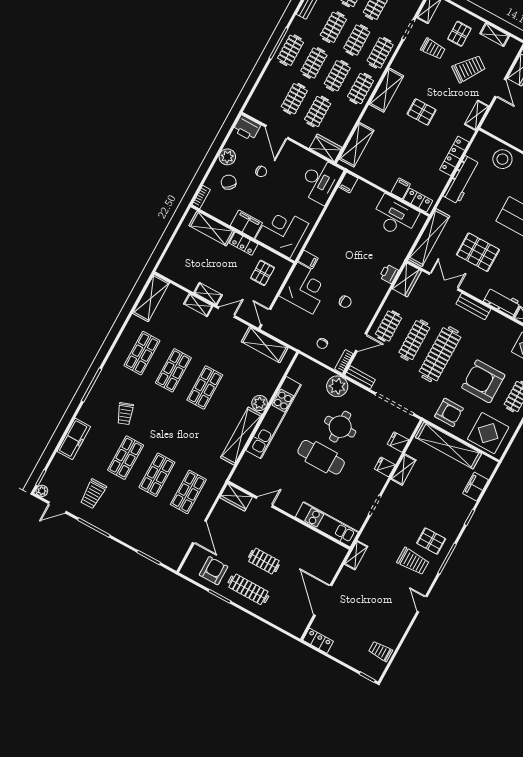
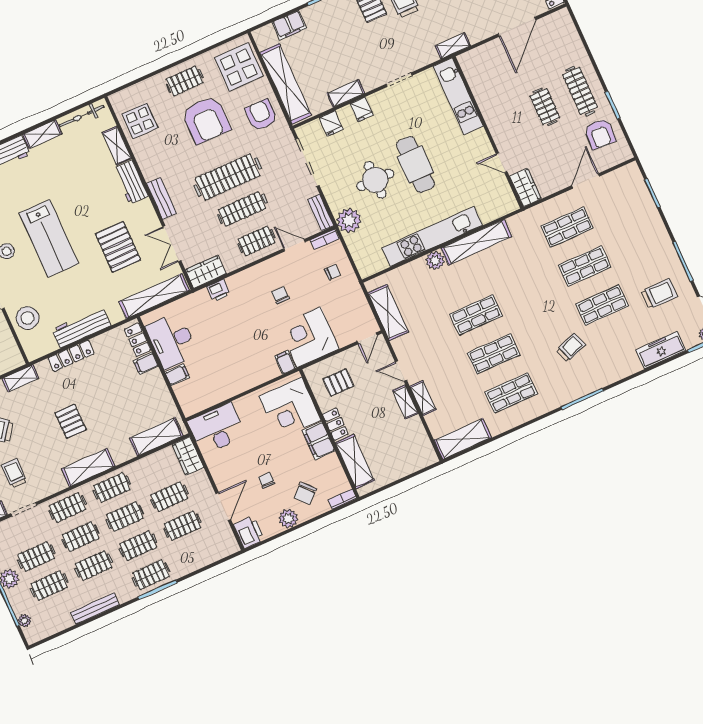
filing cabinet: (348, 183) -> (177, 375), moved
freezer: (74, 439) -> (661, 350), moved
armchair: (214, 571) -> (600, 134), turned -87

